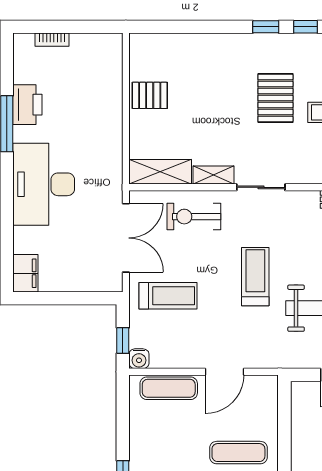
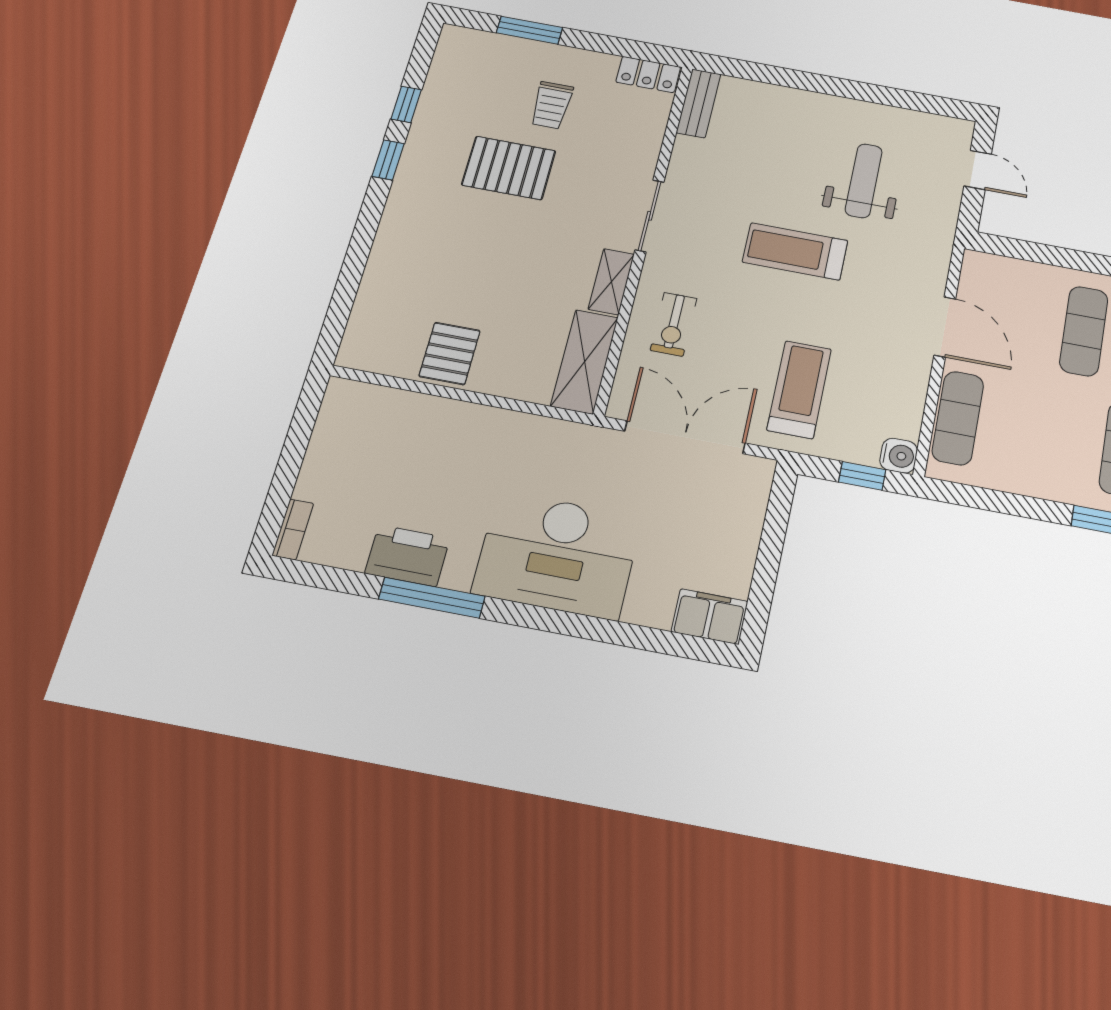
bookcase: (52, 40) -> (293, 529), moved
exercise bike: (194, 217) -> (674, 324), width x0.73, depth x0.72

